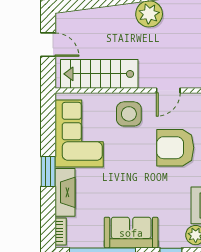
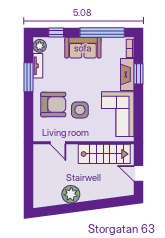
door: (168, 91) -> (58, 143), swing flipped
side table: (129, 114) -> (80, 110), moved
window: (48, 171) -> (138, 74), moved

